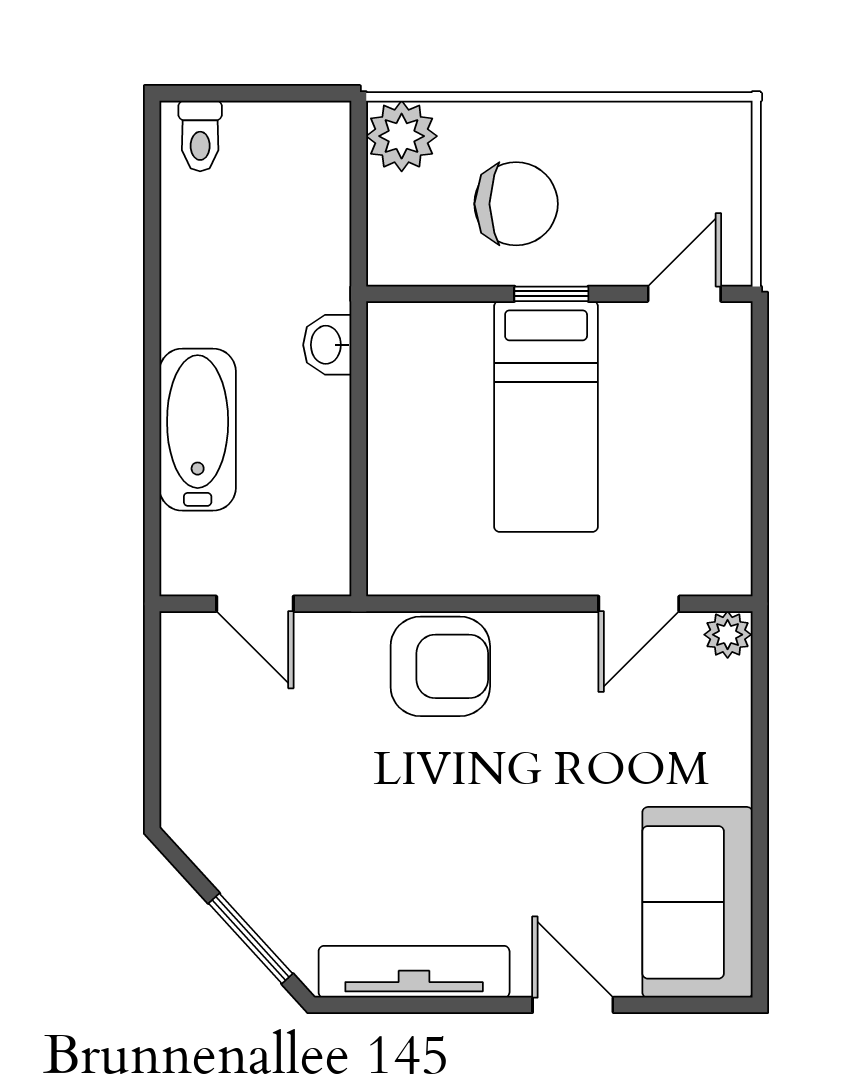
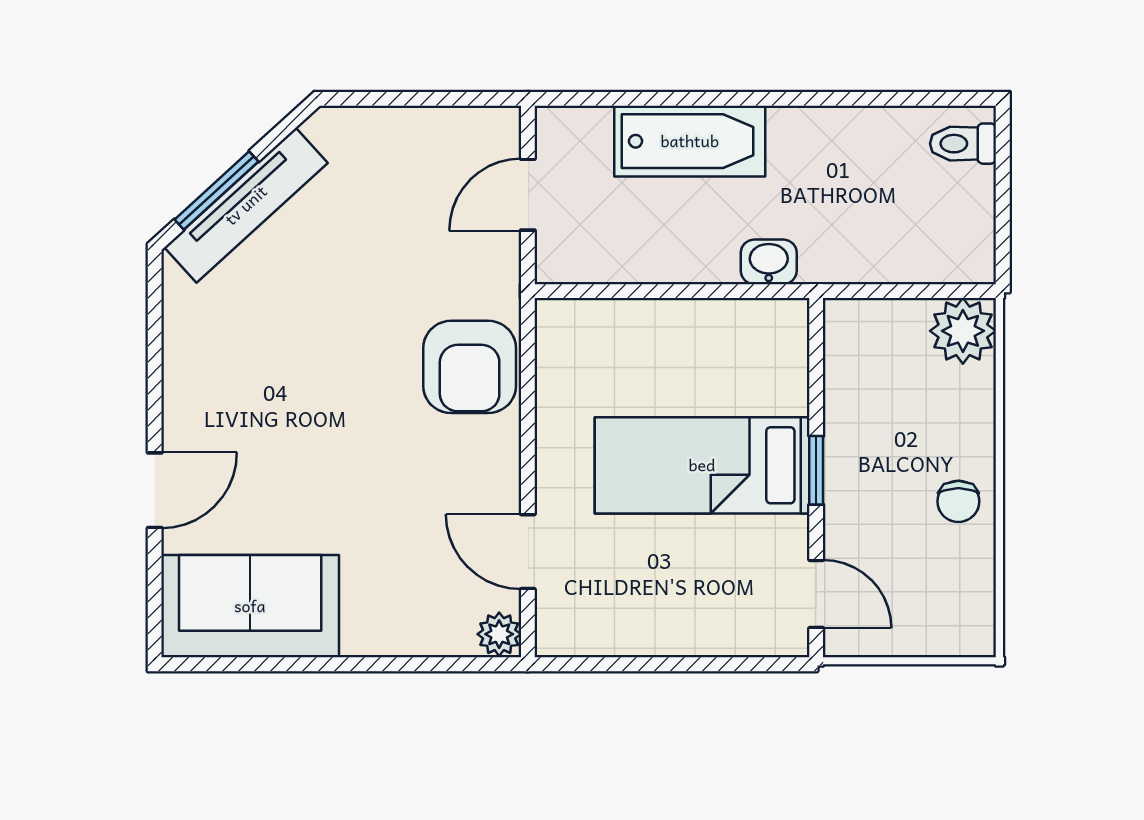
chair: (516, 204) -> (958, 501), moved, width x0.54, depth x0.54
tv unit: (414, 972) -> (246, 205), moved, turned 48

